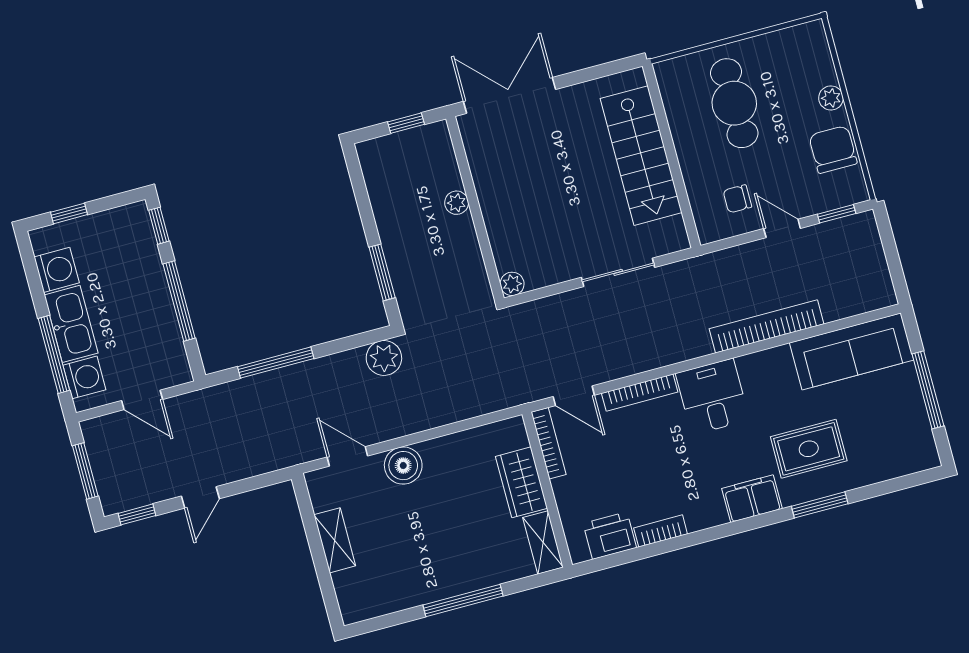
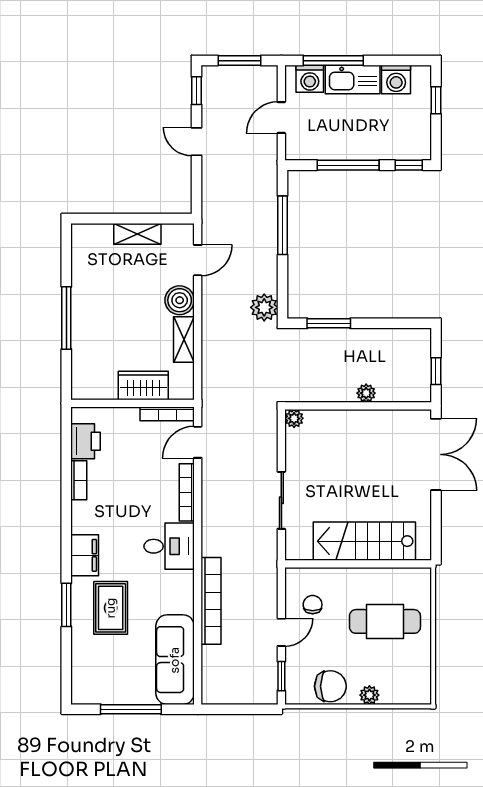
shelving: (543, 542) -> (184, 339), moved, turned 90

